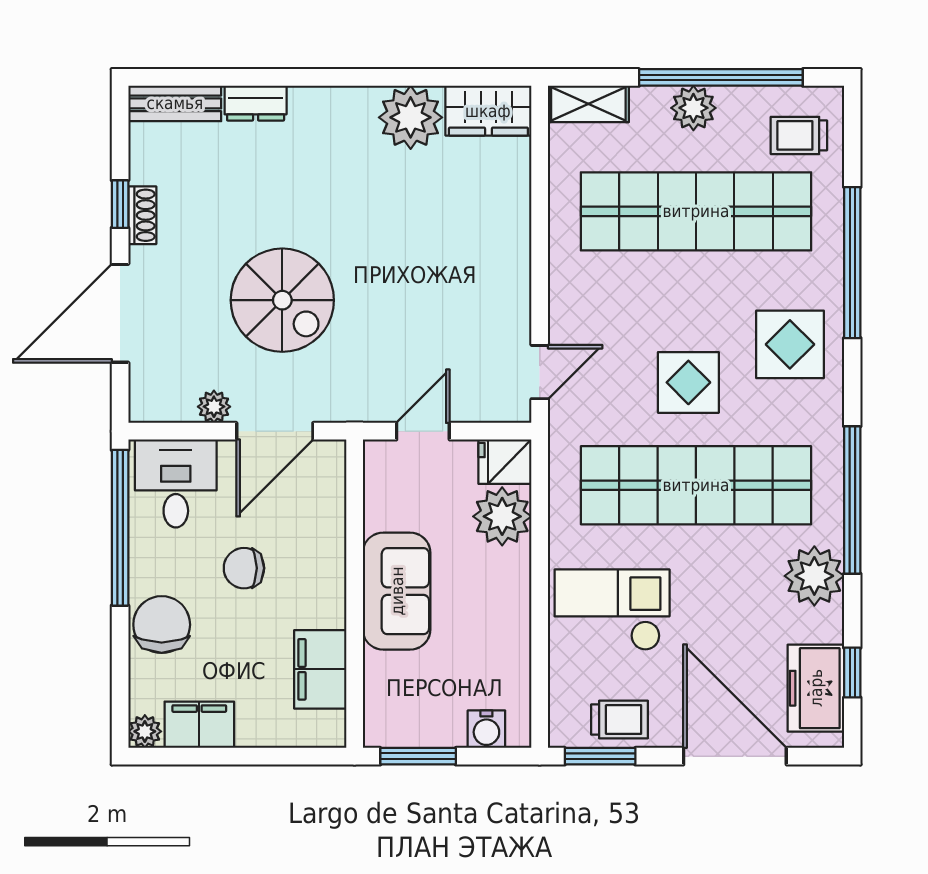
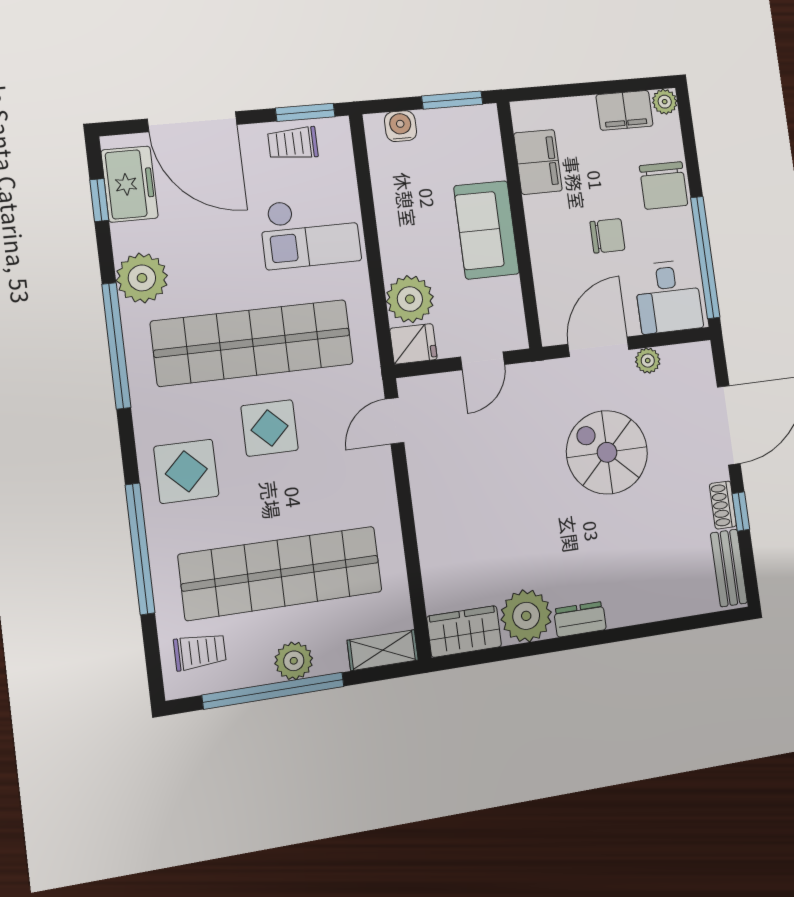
bench: (175, 103) -> (729, 568), moved, turned 90
dresser: (256, 103) -> (580, 619), moved

